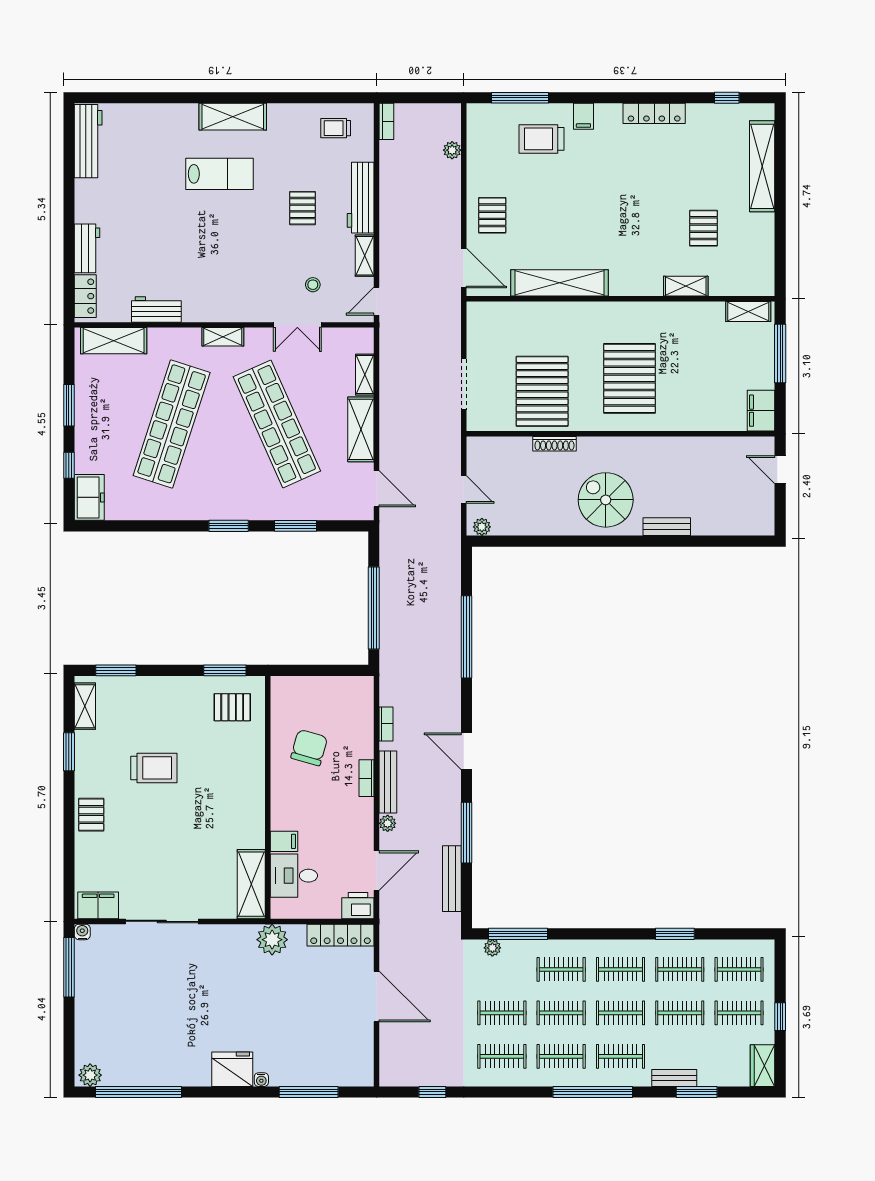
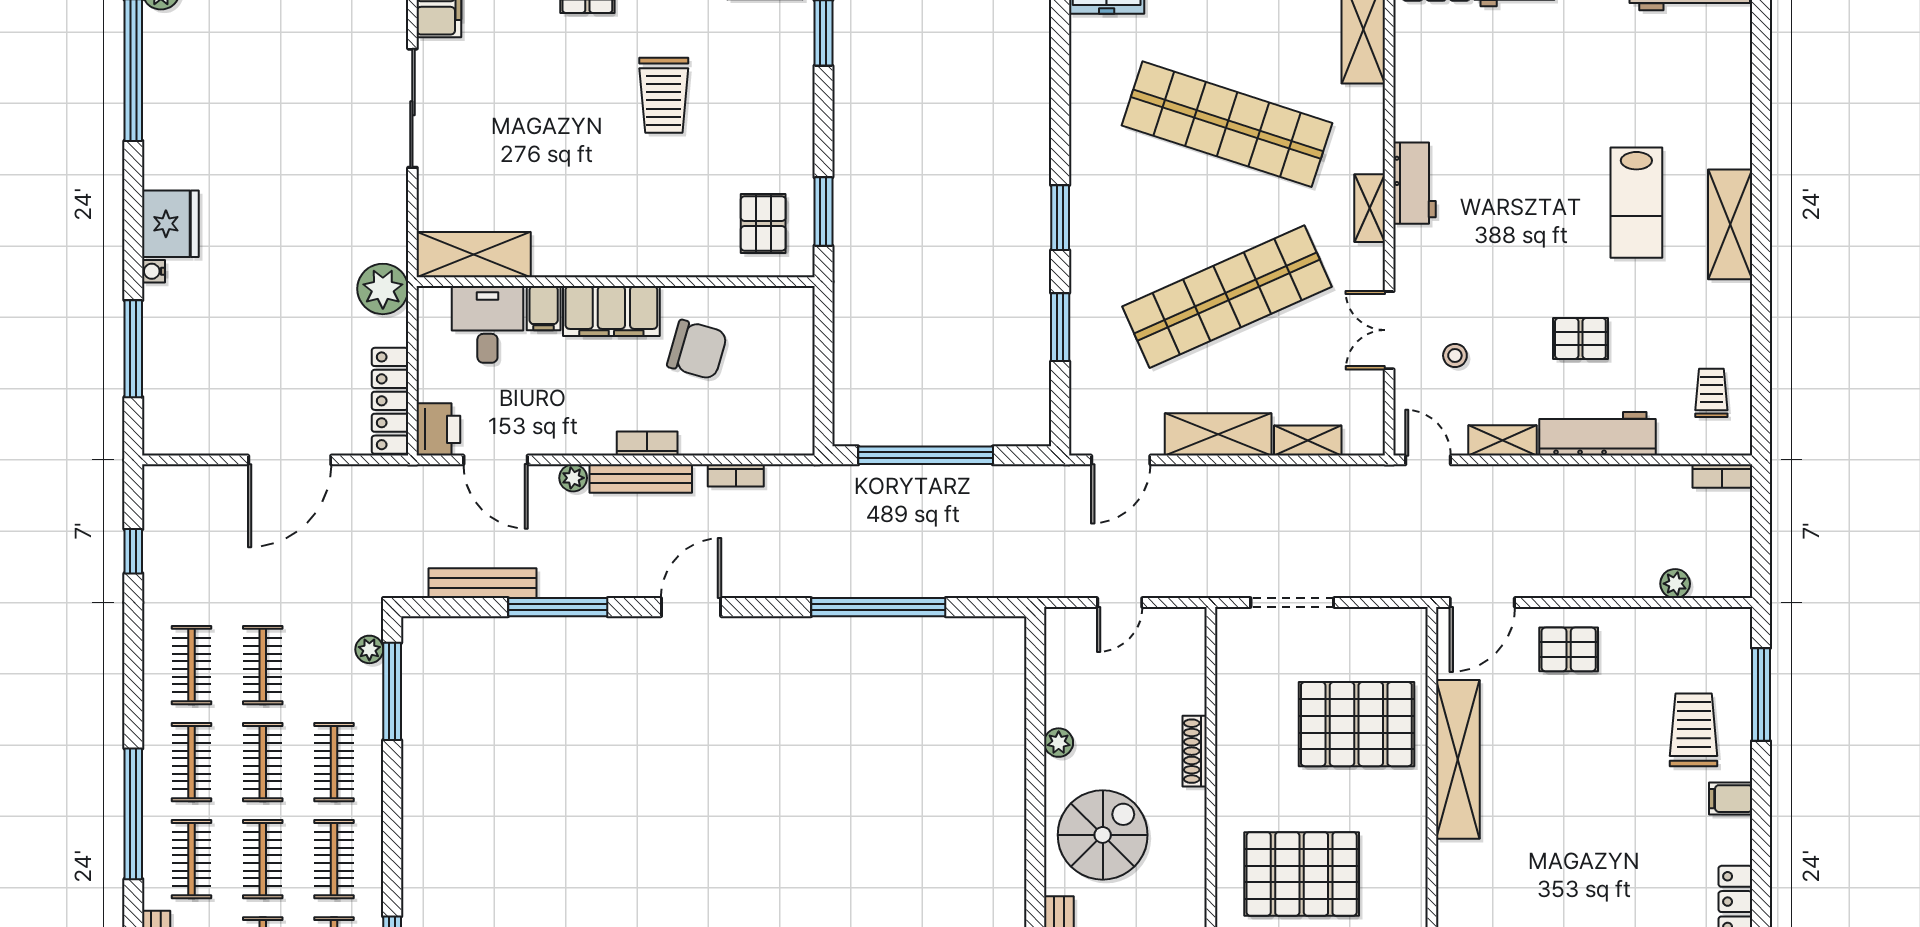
workbench: (156, 309) -> (1414, 183), moved
pallet: (542, 391) -> (1356, 724), moved
plant: (482, 527) -> (1059, 743), moved
filing cabinet: (286, 800) -> (611, 311), added

